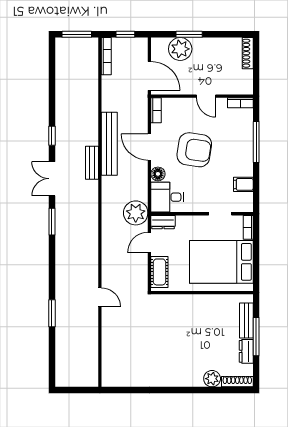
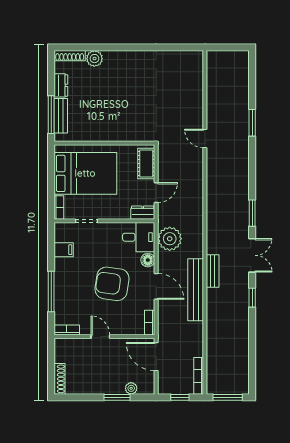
plant: (180, 49) -> (131, 388), width x0.53, depth x0.53
plant: (136, 213) -> (170, 239), moved
window: (256, 337) -> (51, 115), moved

